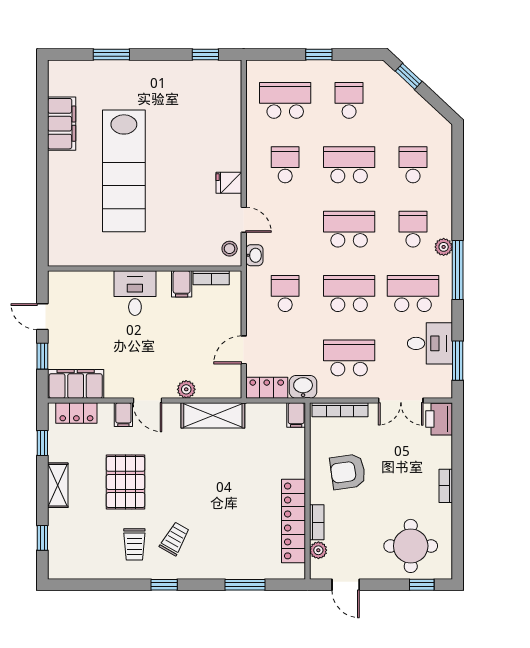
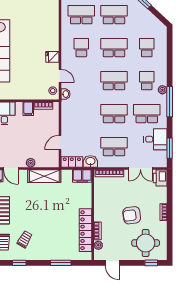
school desk: (349, 100) -> (114, 15), width x1.85
school desk: (285, 293) -> (81, 114), removed
filing cabinet: (296, 415) -> (82, 176), width x2.00
armchair: (348, 472) -> (132, 215), moved

